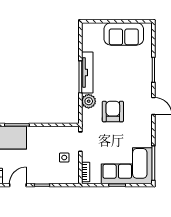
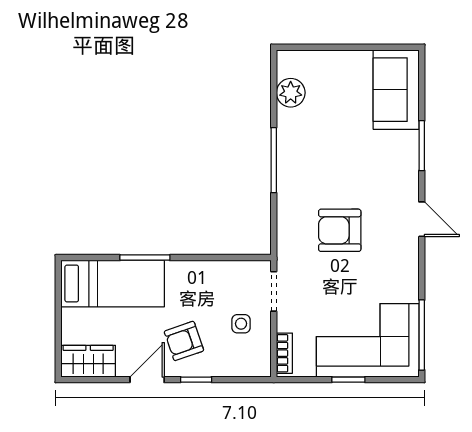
sofa: (124, 34) -> (396, 90), moved, turned 90
tv unit: (87, 72) -> (288, 151), removed
plant: (89, 101) -> (291, 93), moved
armchair: (113, 112) -> (340, 230), turned -90
armchair: (36, 166) -> (184, 341), added

